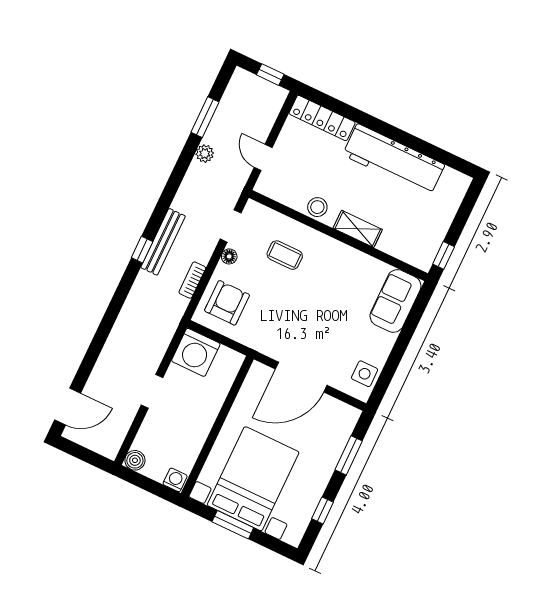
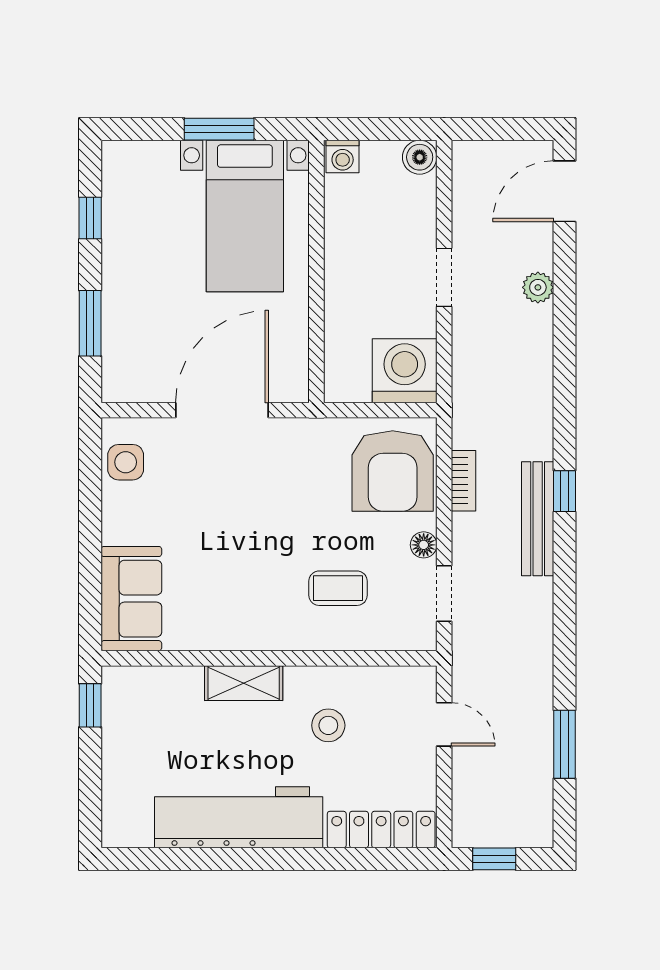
plant: (205, 154) -> (538, 287), moved
stool: (317, 207) -> (328, 725), moved
armchair: (227, 303) -> (393, 471), width x1.36, depth x1.36
bed with nightstands: (253, 479) -> (245, 216), width x0.73

